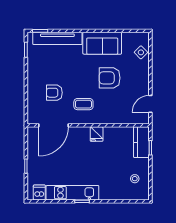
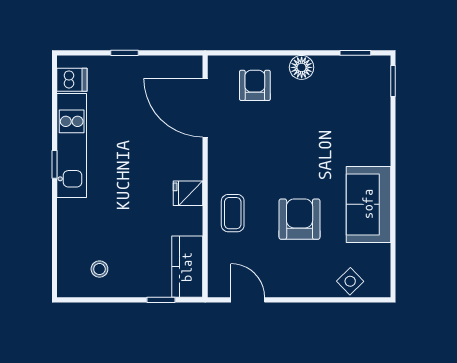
tv unit: (57, 38) -> (378, 116), removed
floor lamp: (33, 77) -> (302, 67), added
armchair: (54, 93) -> (255, 85), moved
coffee table: (83, 104) -> (233, 213), moved
kitchen counter: (141, 142) -> (187, 267), moved, turned -90

